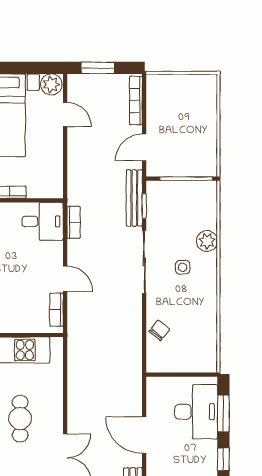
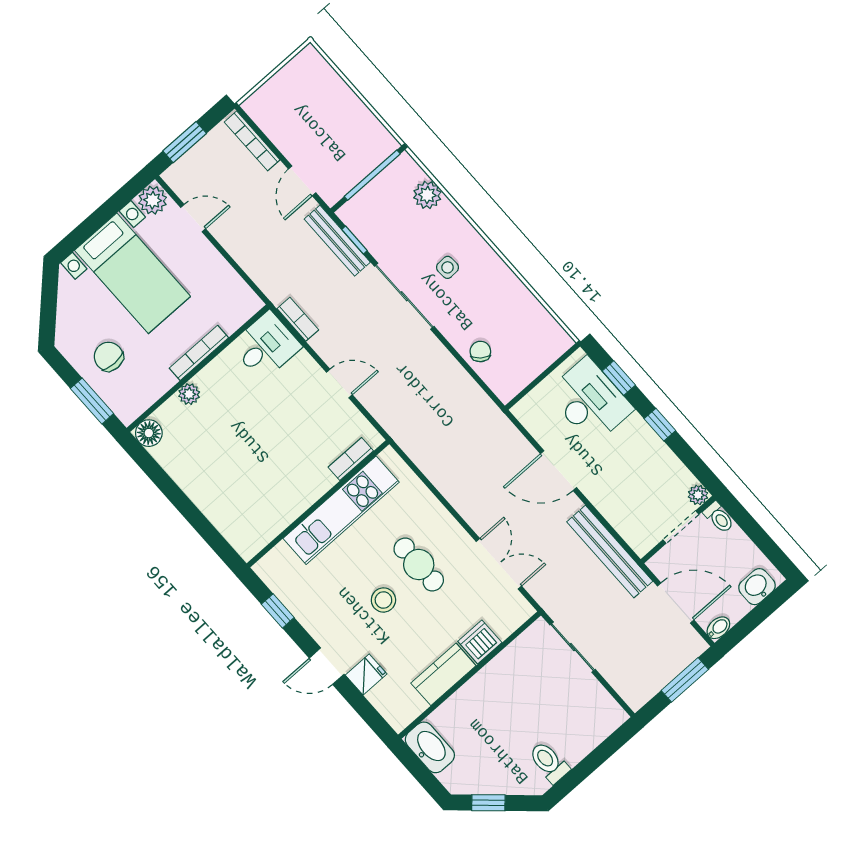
plant: (207, 241) -> (427, 195), moved
bookcase: (56, 310) -> (351, 459), moved, turned 90
window: (223, 413) -> (619, 378), width x0.67

